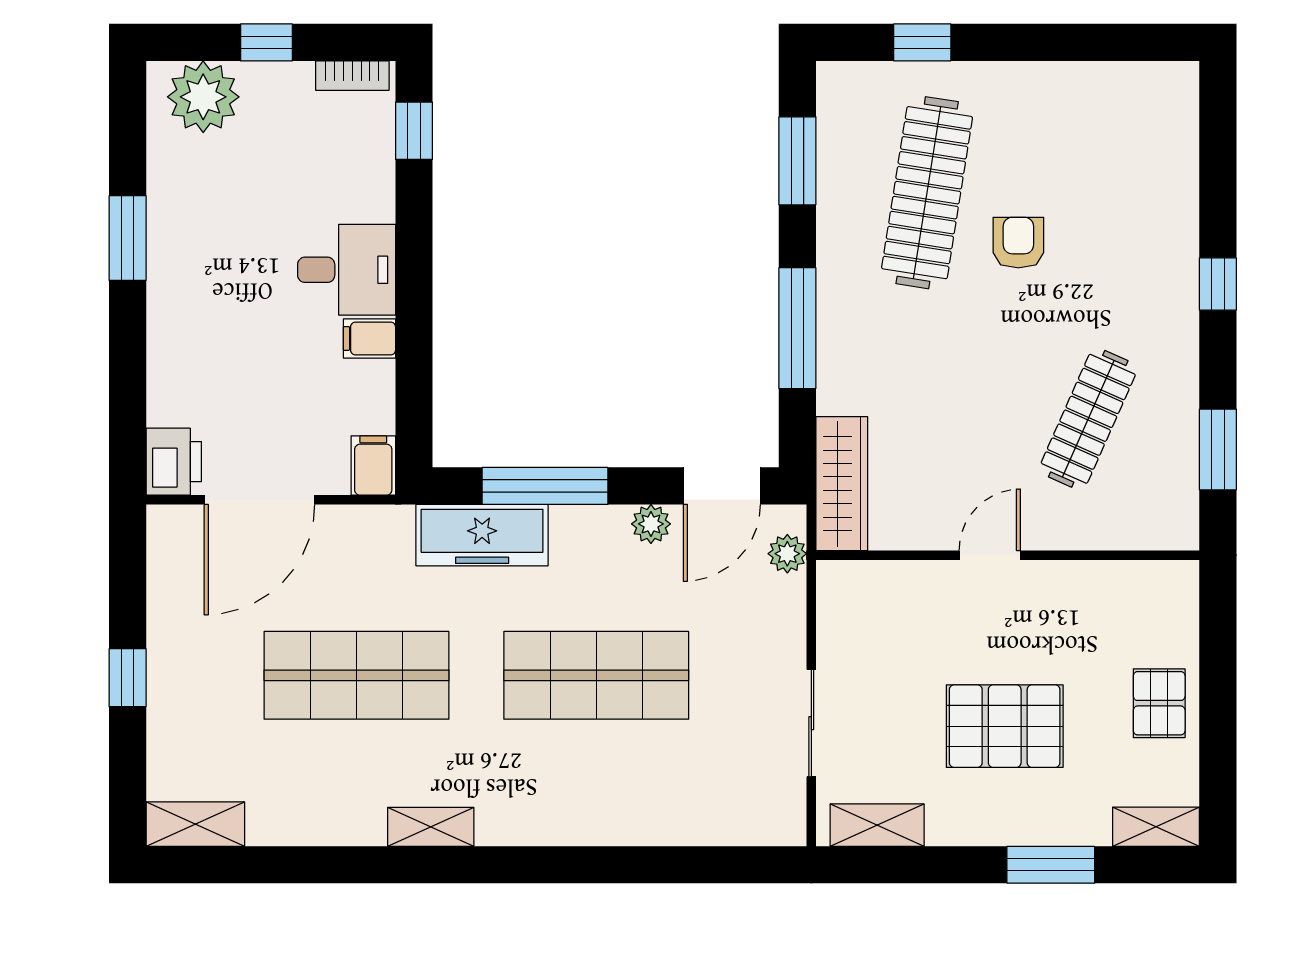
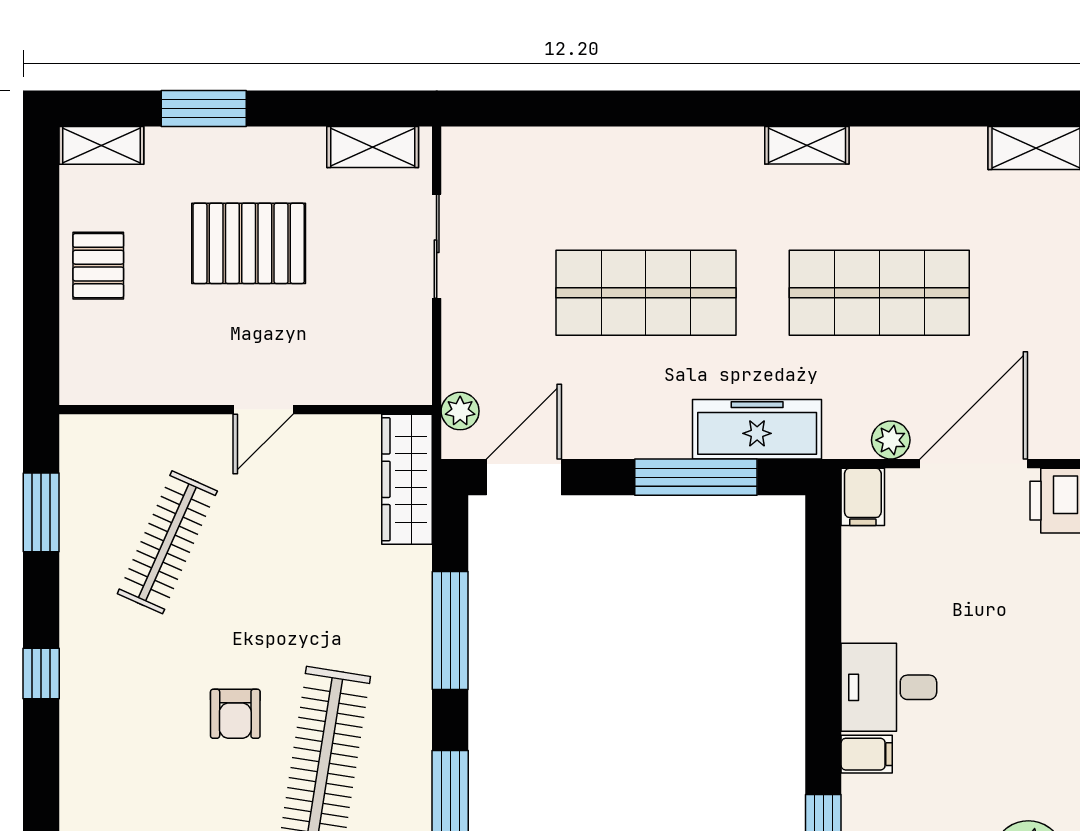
filing cabinet: (369, 338) -> (867, 754), moved
plant: (651, 524) -> (891, 440), moved

